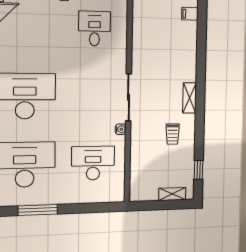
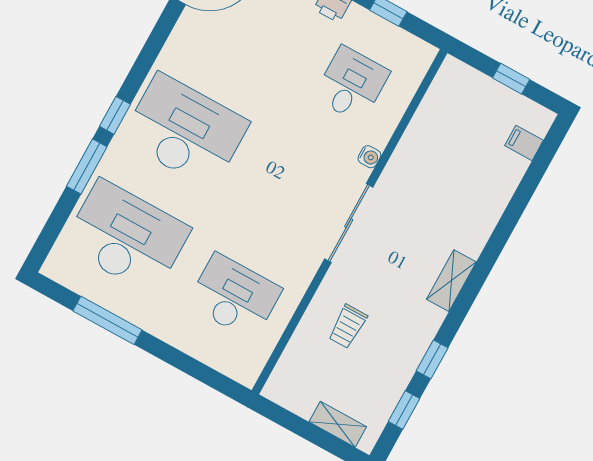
water cooler: (121, 129) -> (369, 157), moved
trolley: (173, 134) -> (348, 326), moved
window: (199, 139) -> (432, 359), added

